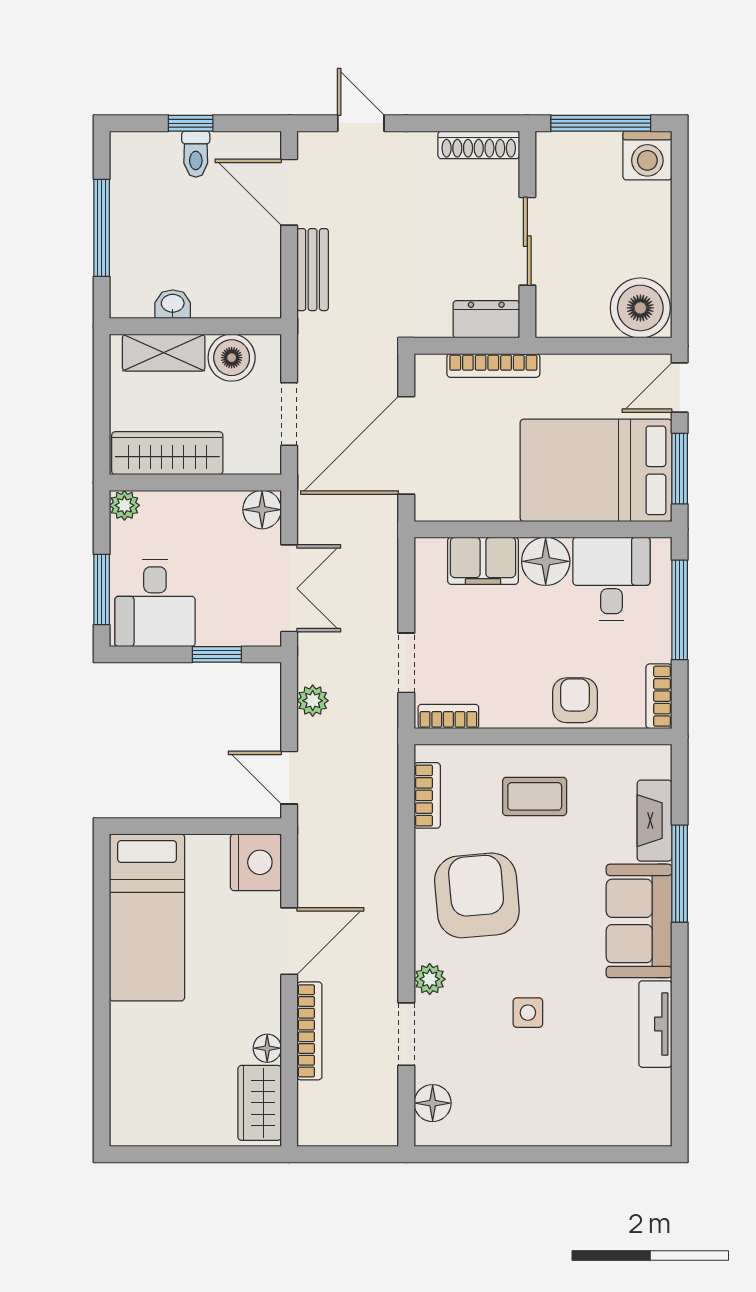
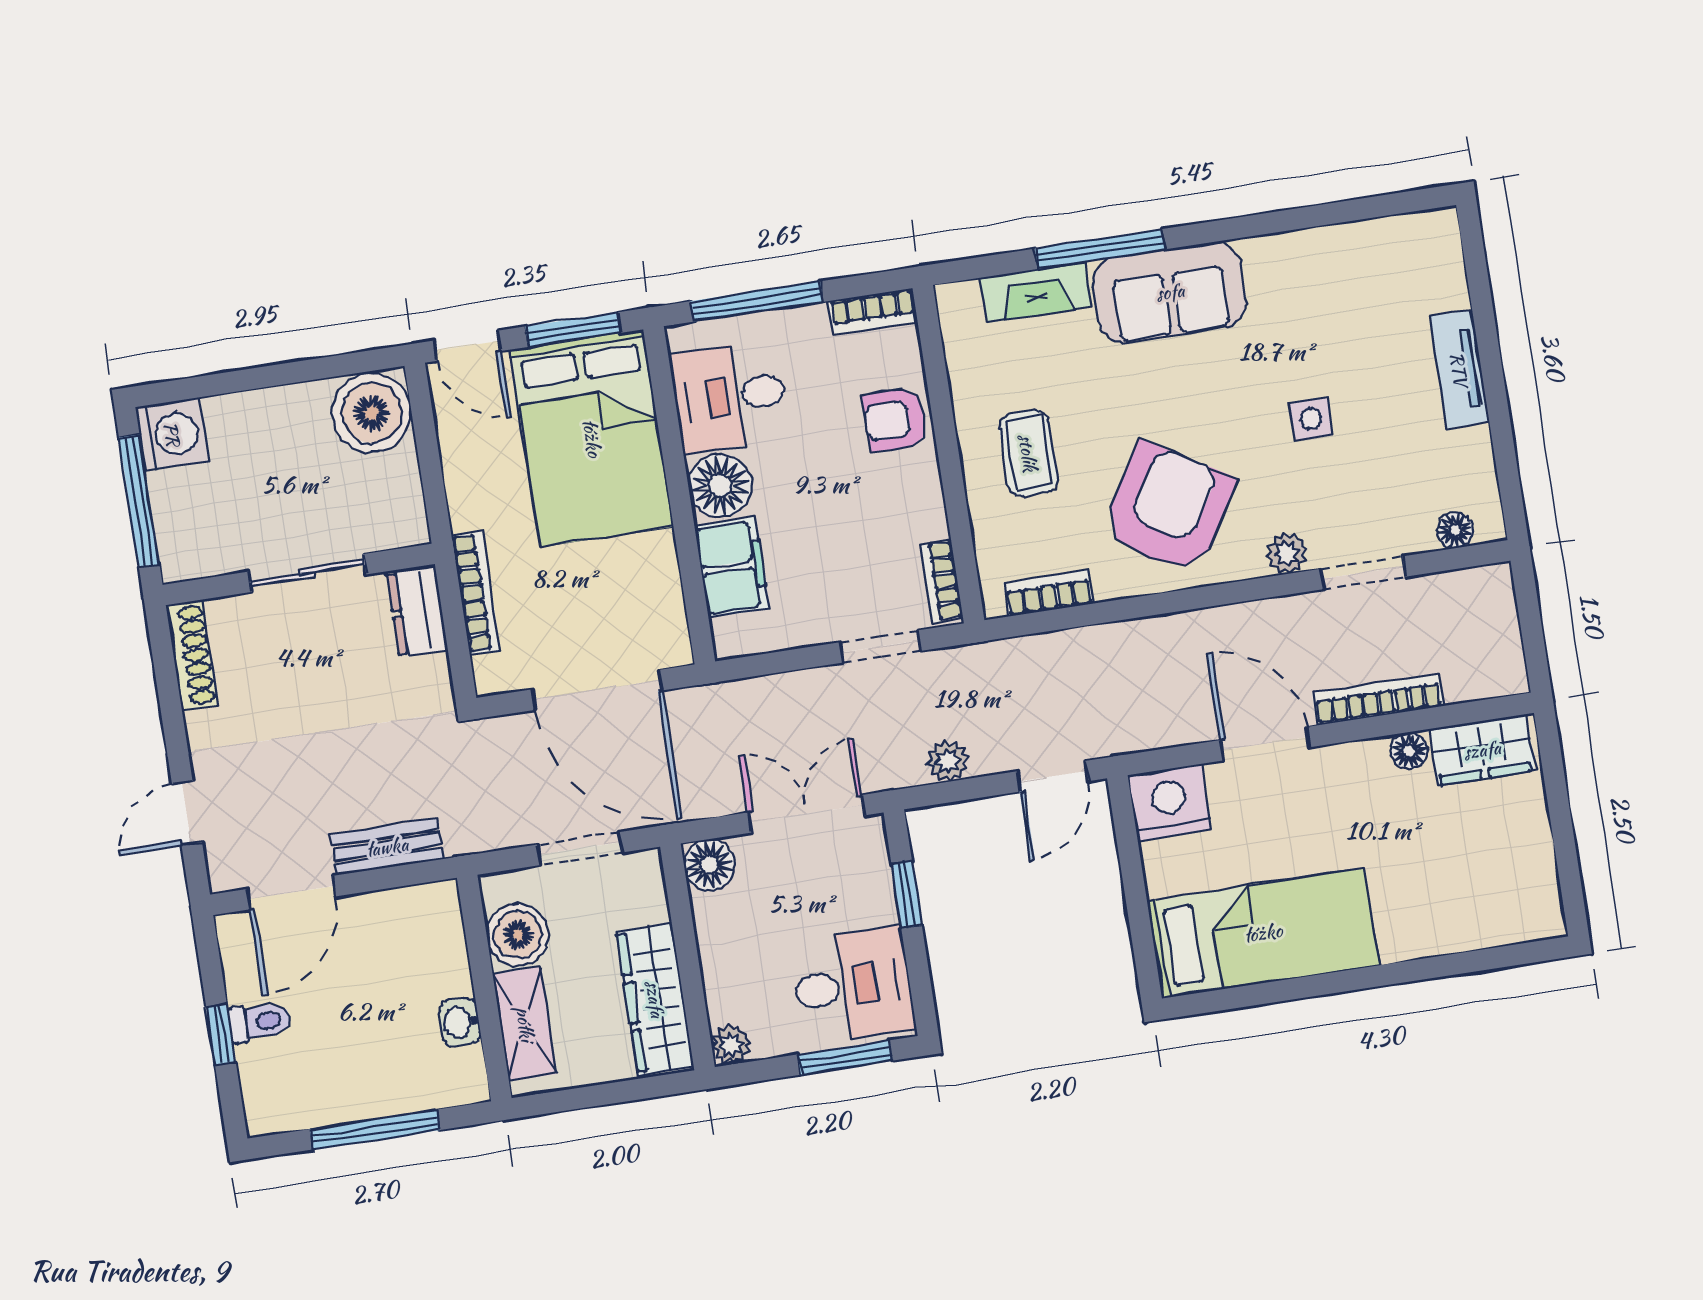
armchair: (477, 895) -> (1169, 508), turned 126
tv unit: (655, 1024) -> (1459, 369), moved, turned 90
floor lamp: (433, 1103) -> (1455, 530), width x0.73, depth x0.73

